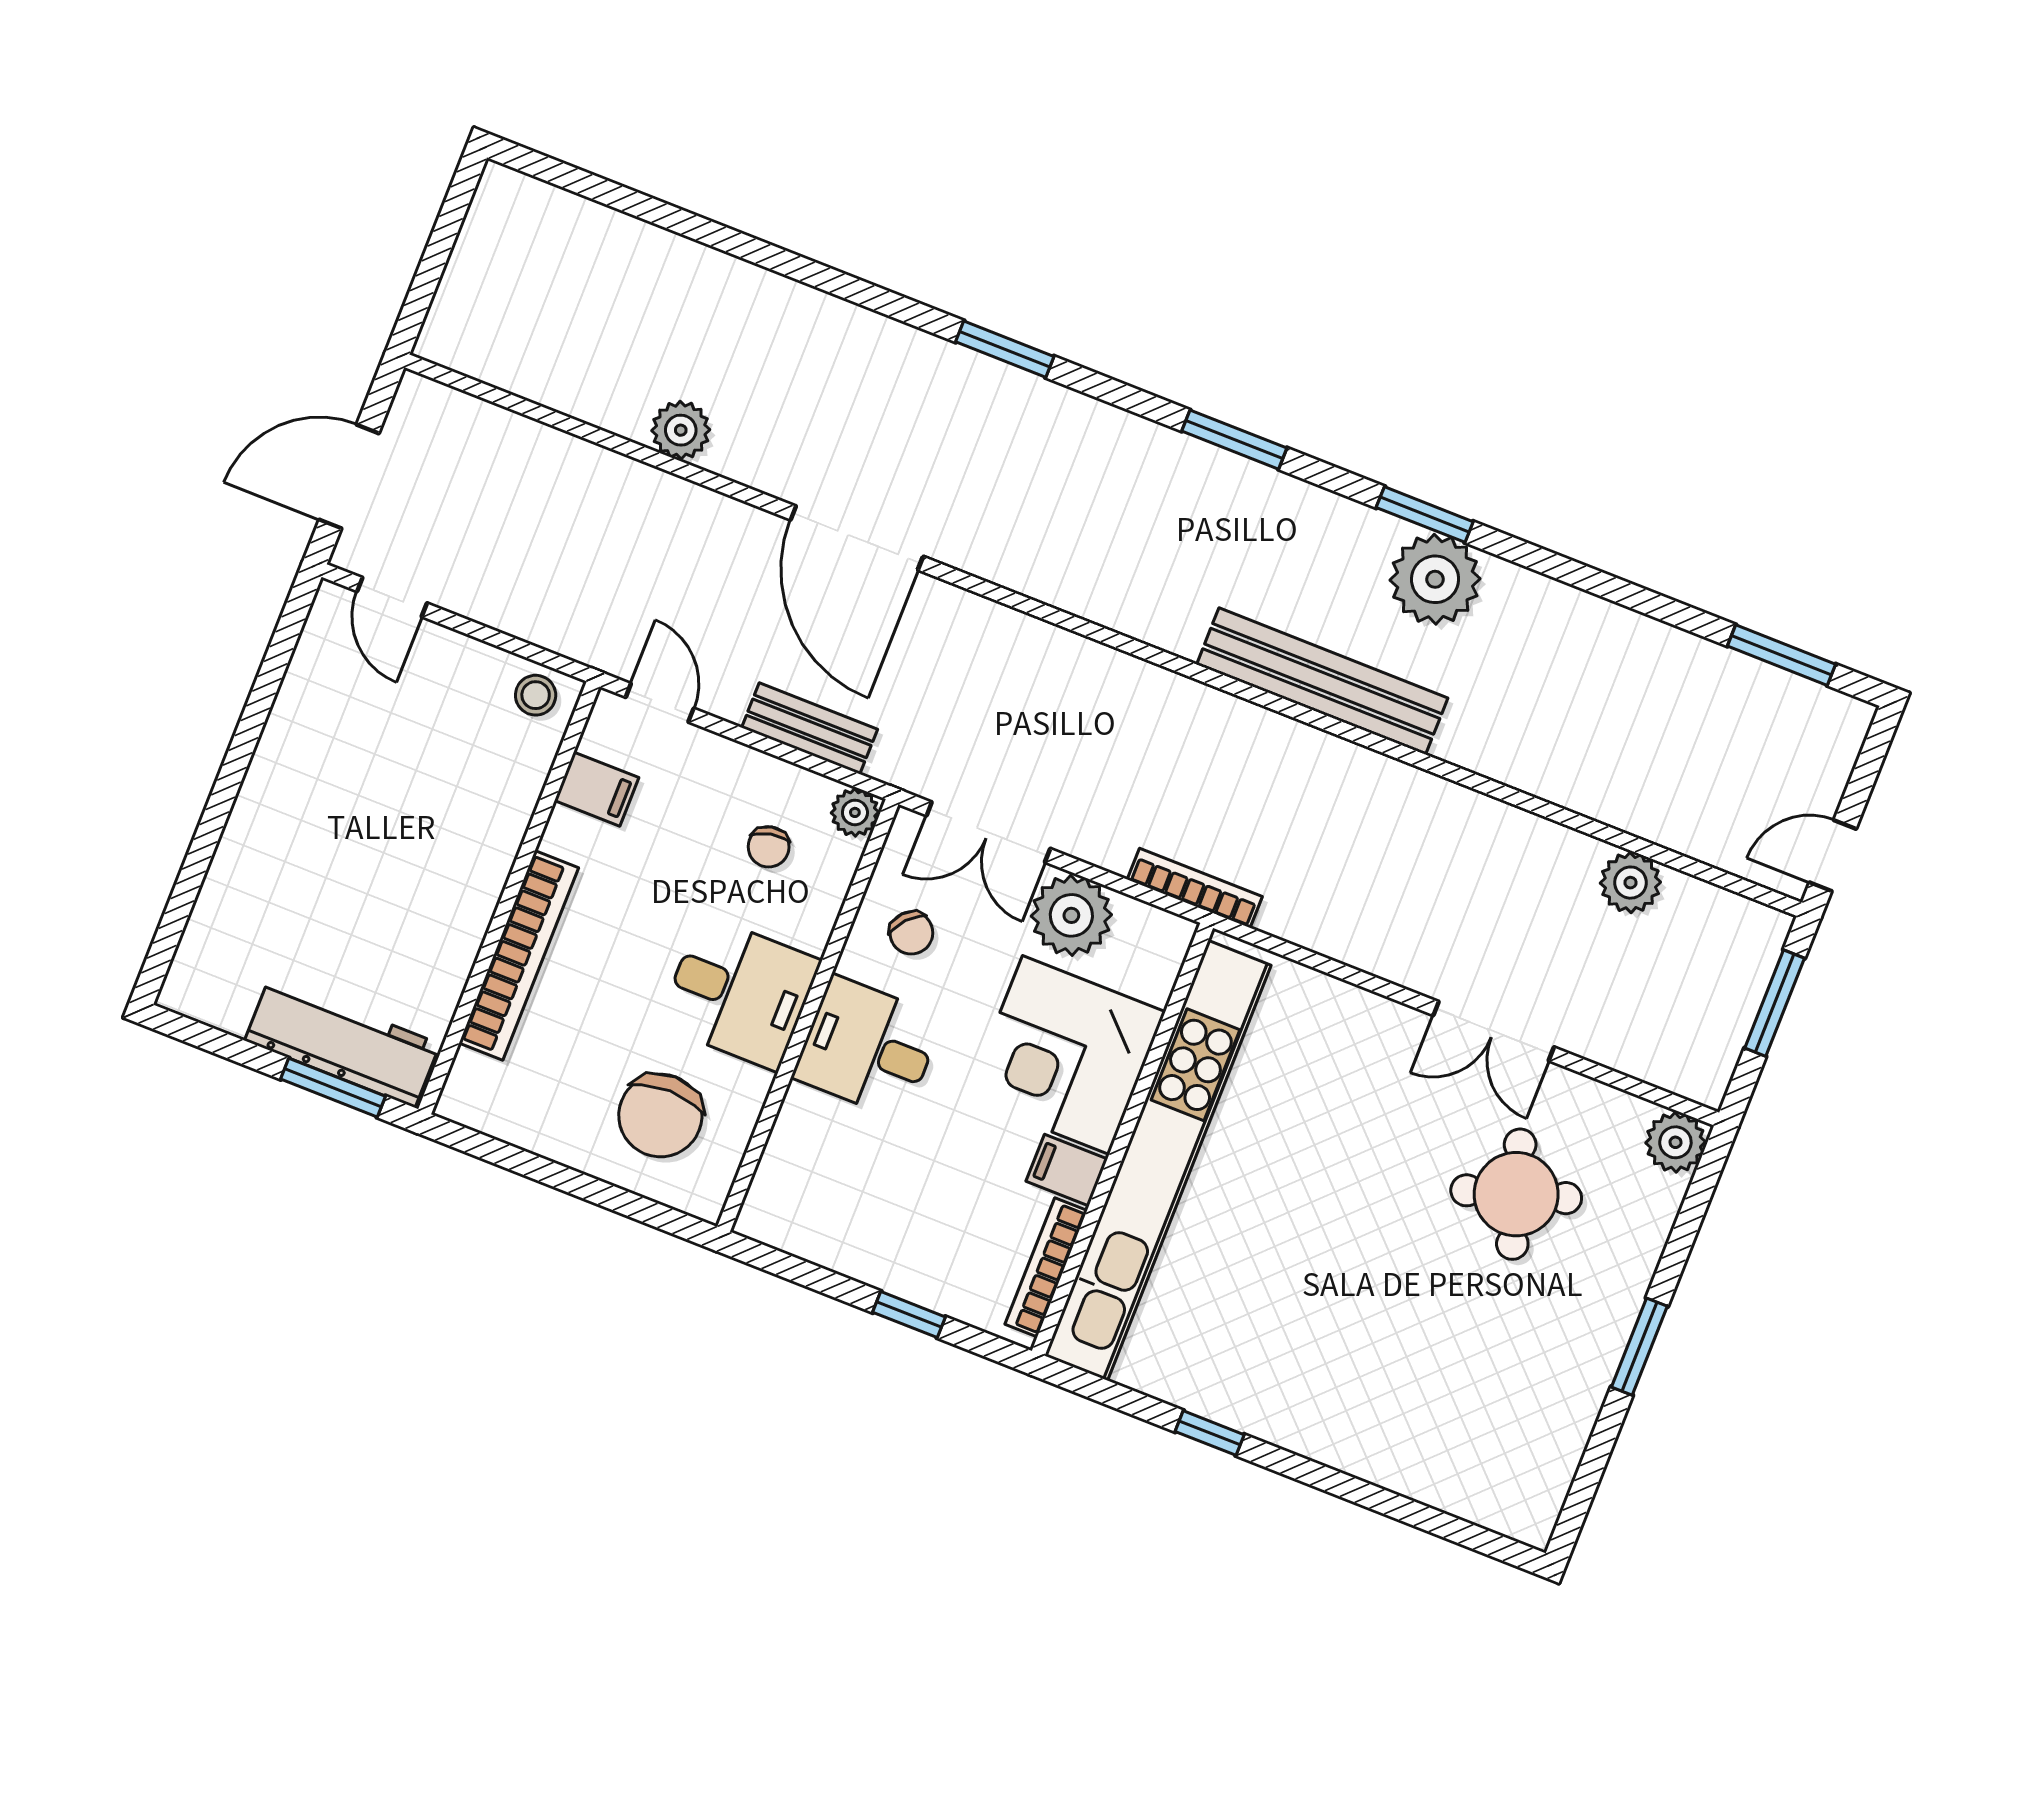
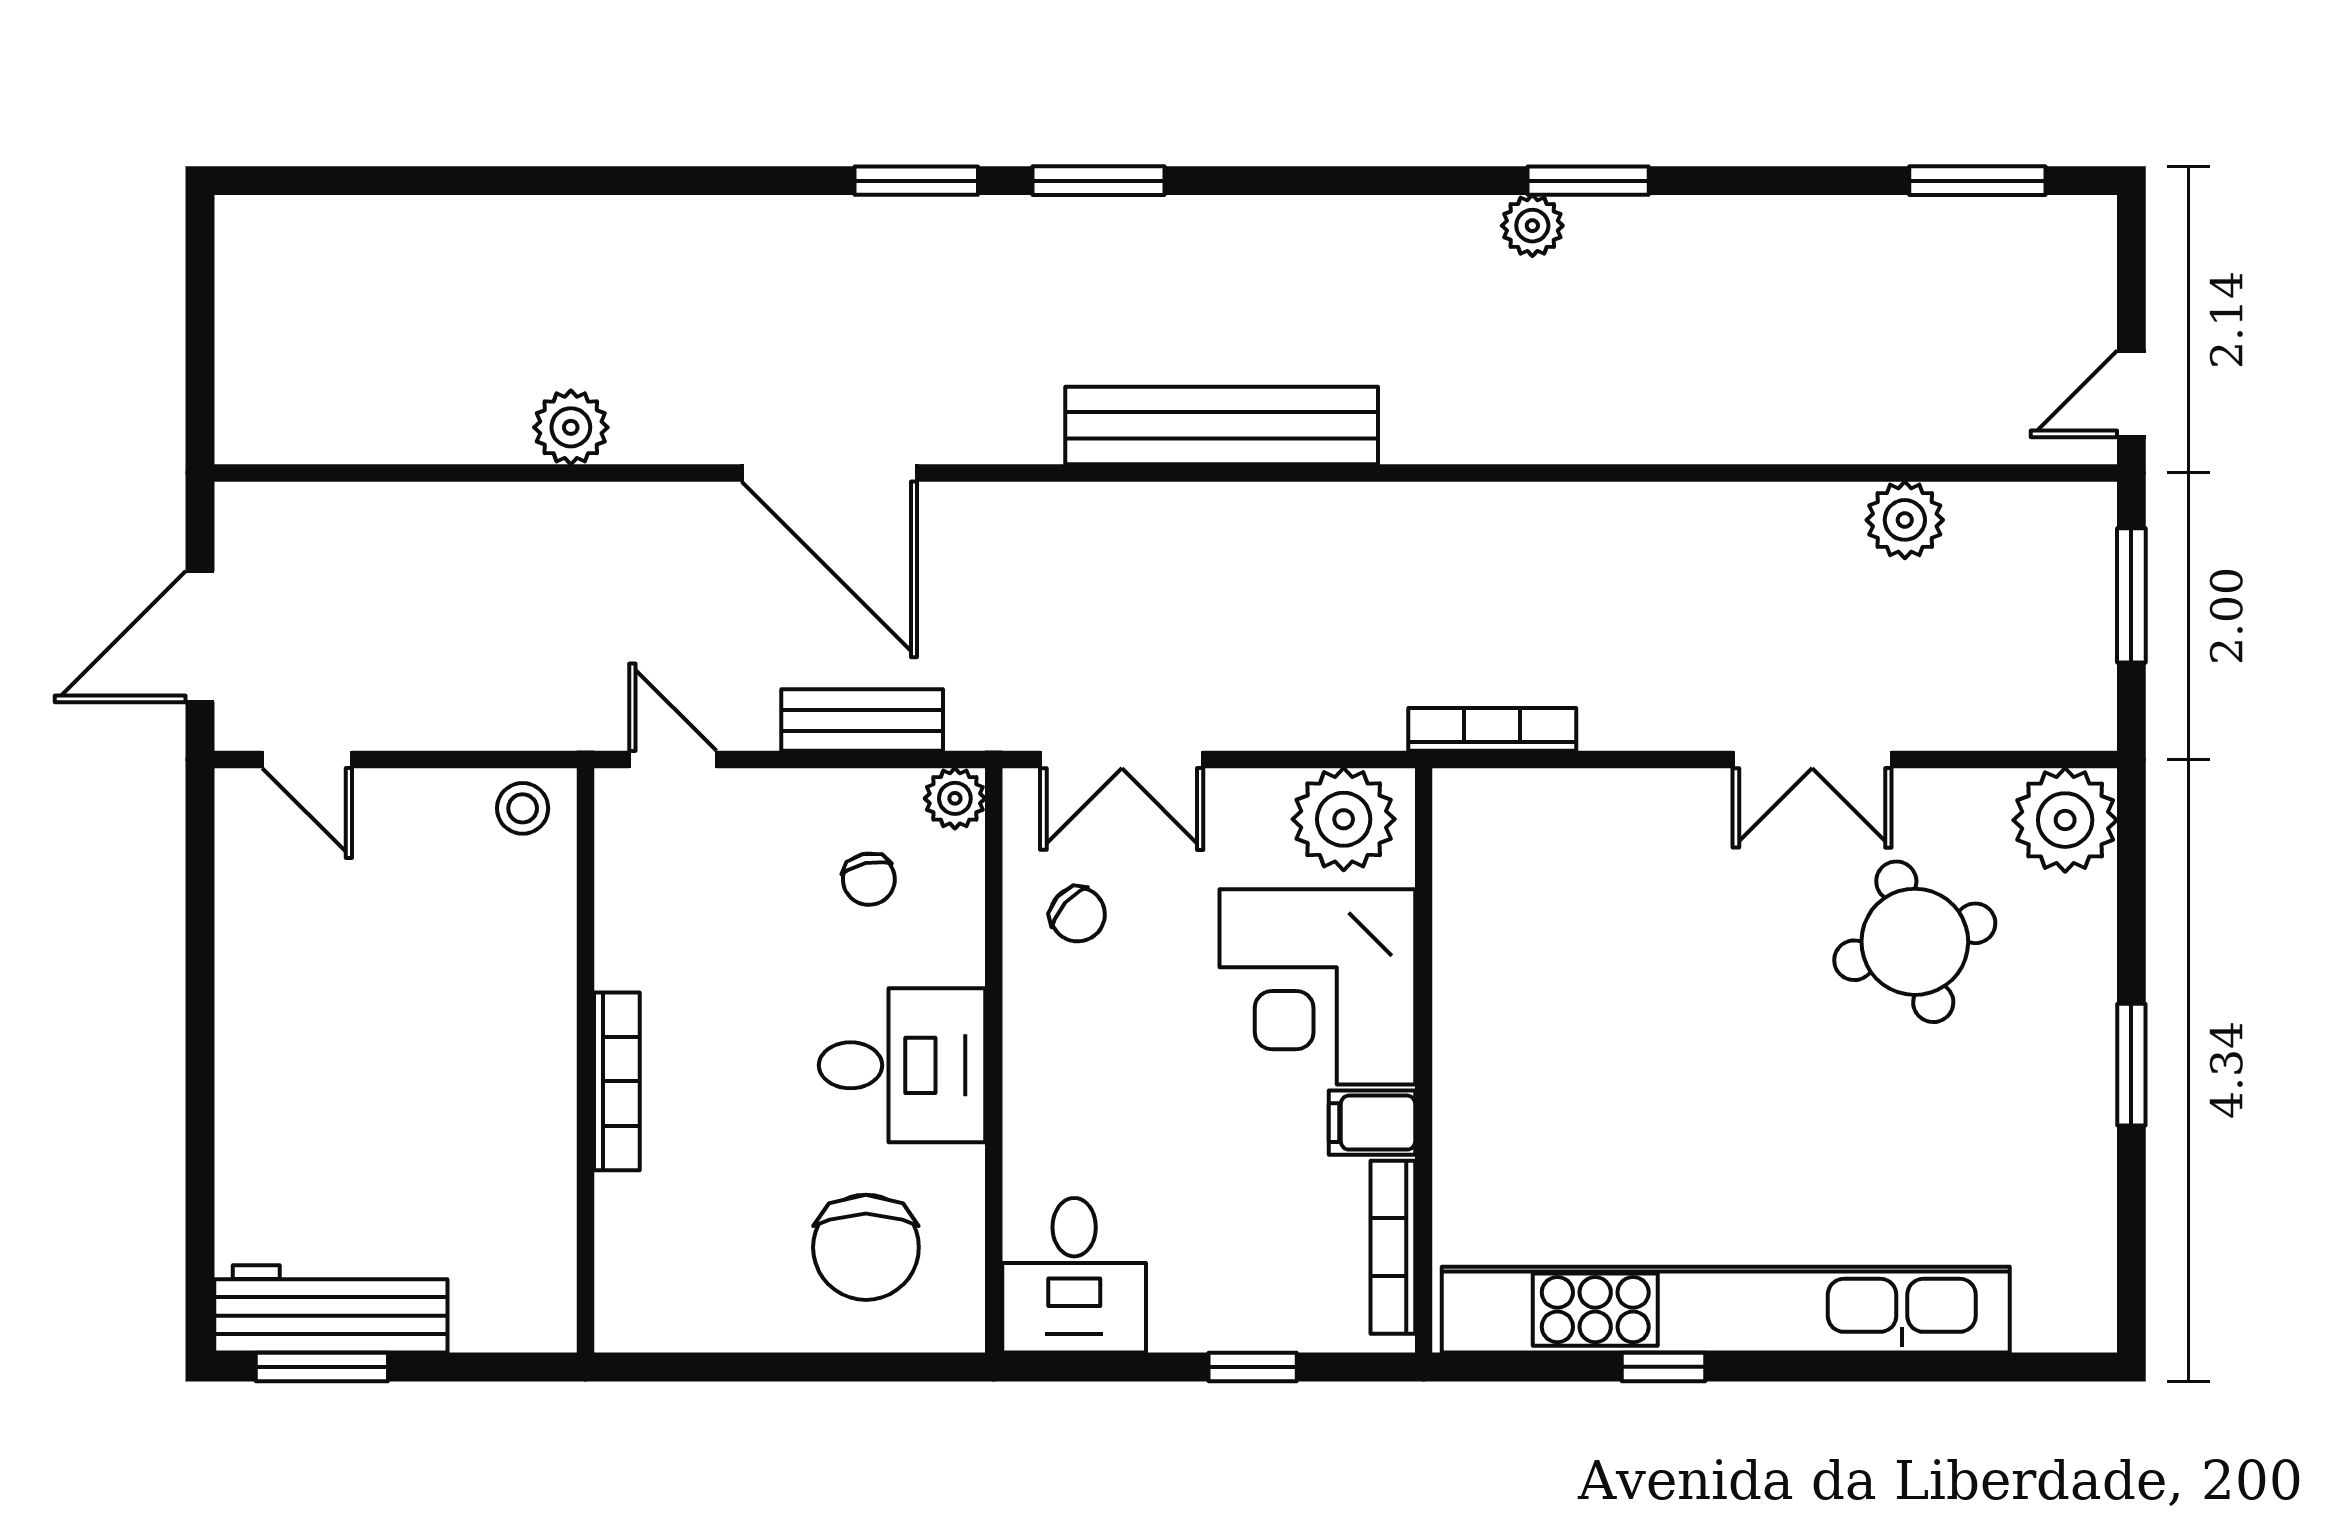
window: (1234, 440) -> (1099, 181), moved
window: (1425, 515) -> (1588, 181), moved
plant: (1435, 579) -> (1532, 226), width x0.53, depth x0.53
bench: (1322, 681) -> (1222, 425), moved
filing cabinet: (597, 789) -> (639, 891), removed
bookcase: (1195, 888) -> (1492, 729), moved
plant: (1071, 915) -> (1344, 819), moved
bookcase: (519, 955) -> (617, 1081), width x0.68, depth x0.76
workbench: (342, 1042) -> (331, 1309), moved
desk: (868, 1048) -> (1074, 1275), moved, turned -90
window: (333, 1088) -> (322, 1367), moved
plant: (1675, 1142) -> (2065, 820), width x1.36, depth x1.36
kitchen unit: (1158, 1160) -> (1726, 1310), moved, turned -90

